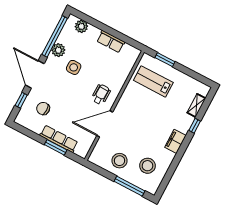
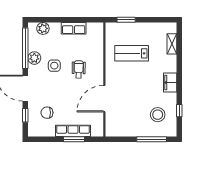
lab bench: (153, 81) -> (132, 53), moved
wheelchair: (101, 94) -> (79, 69), moved
window: (195, 126) -> (179, 111), moved
stool: (119, 161) -> (132, 123), removed

